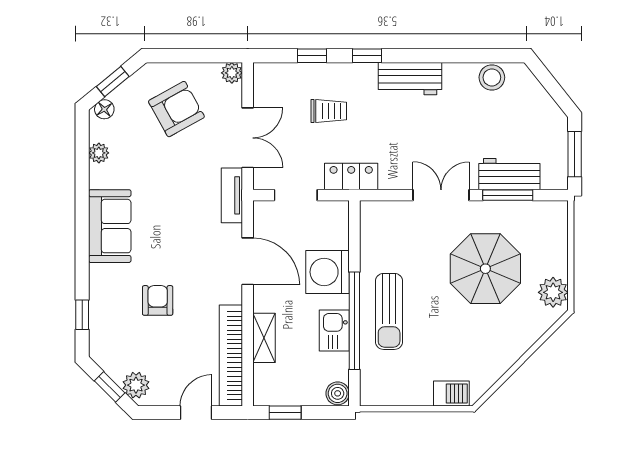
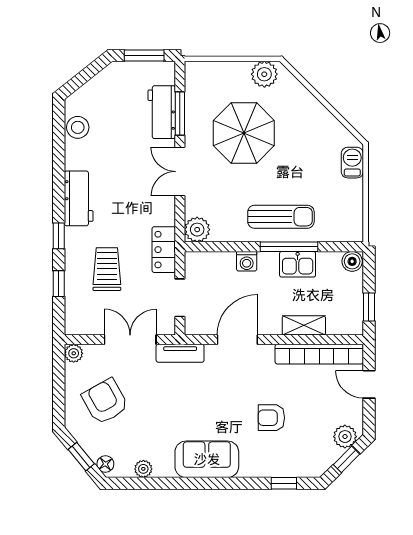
trolley: (329, 111) -> (107, 269), width x1.36, depth x1.39
plant: (374, 215) -> (197, 230), added
washing machine: (328, 272) -> (247, 261), width x0.53, depth x0.53
window: (354, 321) -> (289, 247), width x0.68

